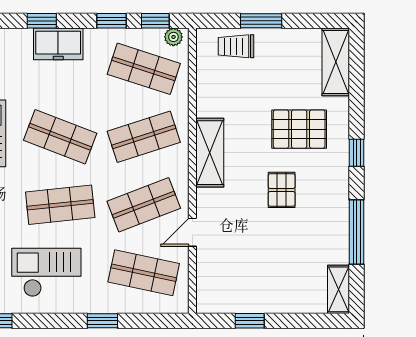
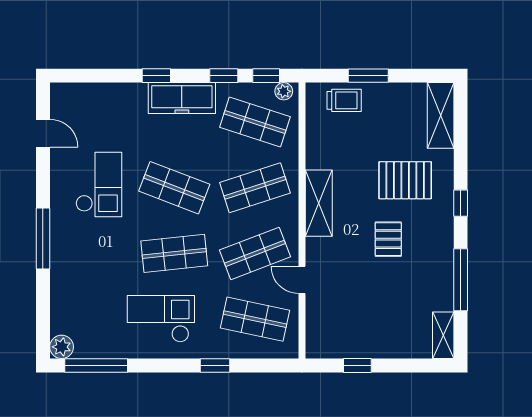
freezer: (58, 44) -> (182, 98), width x1.40
trolley: (236, 46) -> (344, 100), turned 180
door: (192, 232) -> (302, 280), hinge flipped

